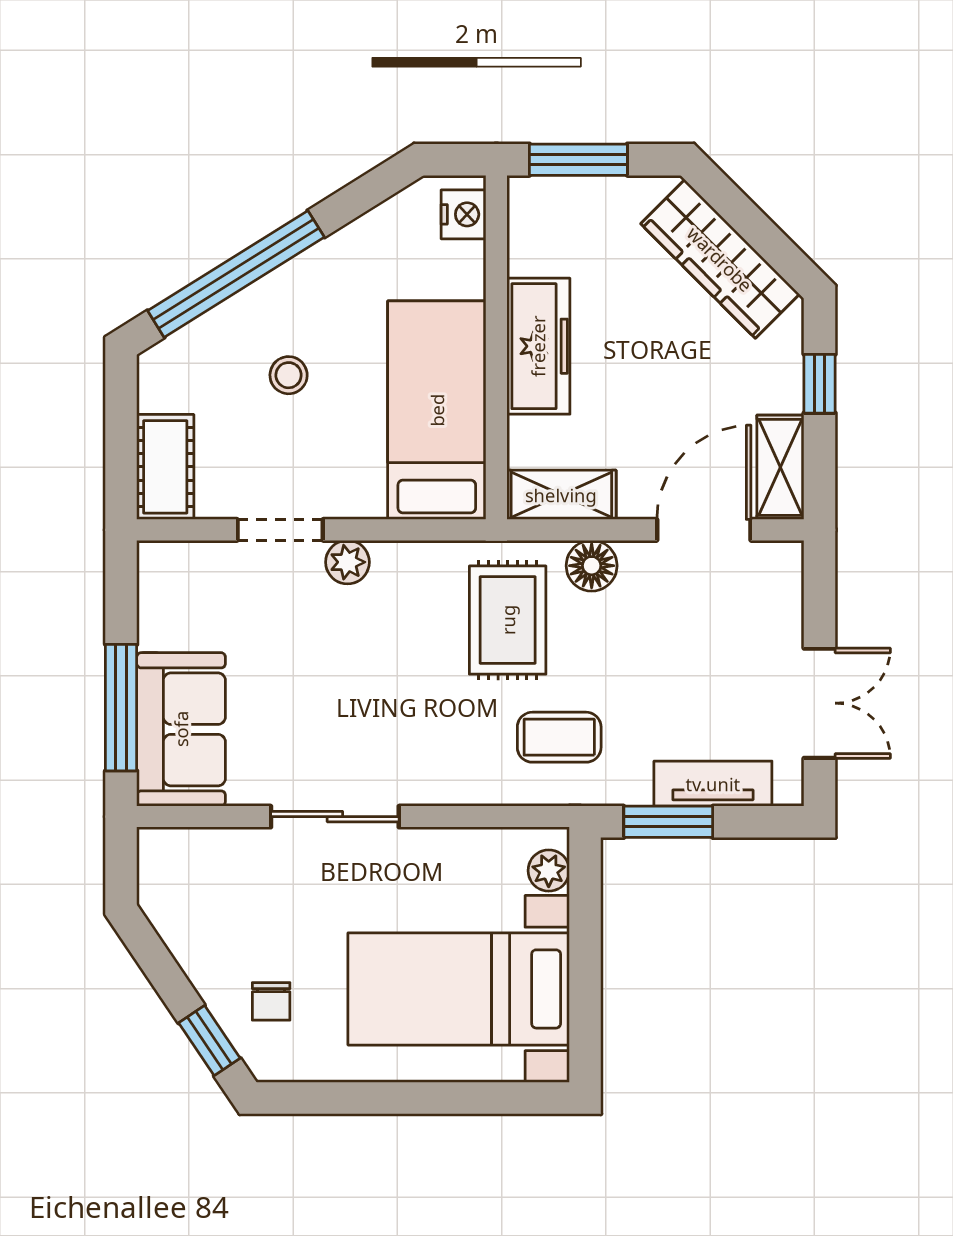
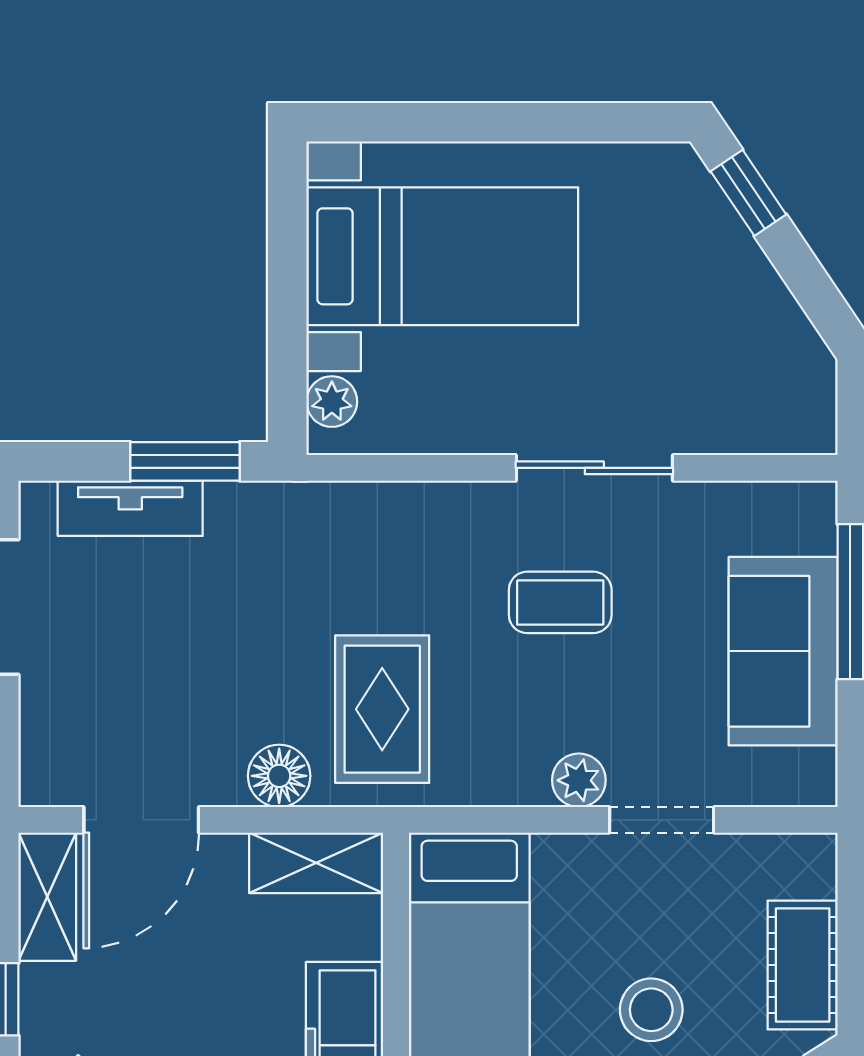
stool: (289, 375) -> (651, 1010), width x1.37, depth x1.37
cot: (165, 467) -> (803, 965), moved
sofa: (181, 729) -> (783, 651), moved
coffee table: (559, 737) -> (560, 602), moved
chair: (271, 1001) -> (673, 241), removed

